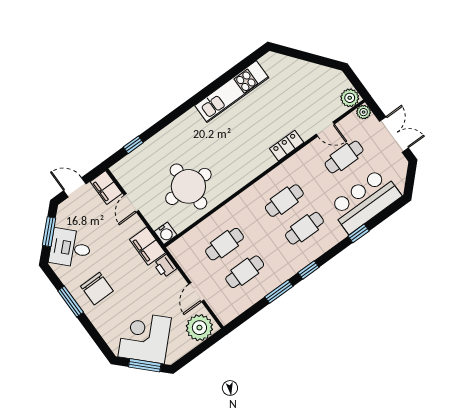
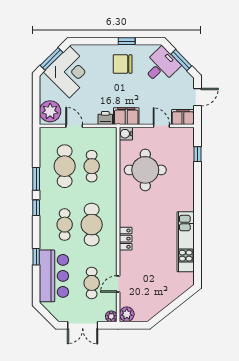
locker: (287, 146) -> (126, 239), moved
cafe table: (284, 201) -> (92, 225), width x1.37, depth x1.35
cafe table: (245, 272) -> (65, 166), width x1.37, depth x1.35
window: (71, 302) -> (127, 41), width x0.67

